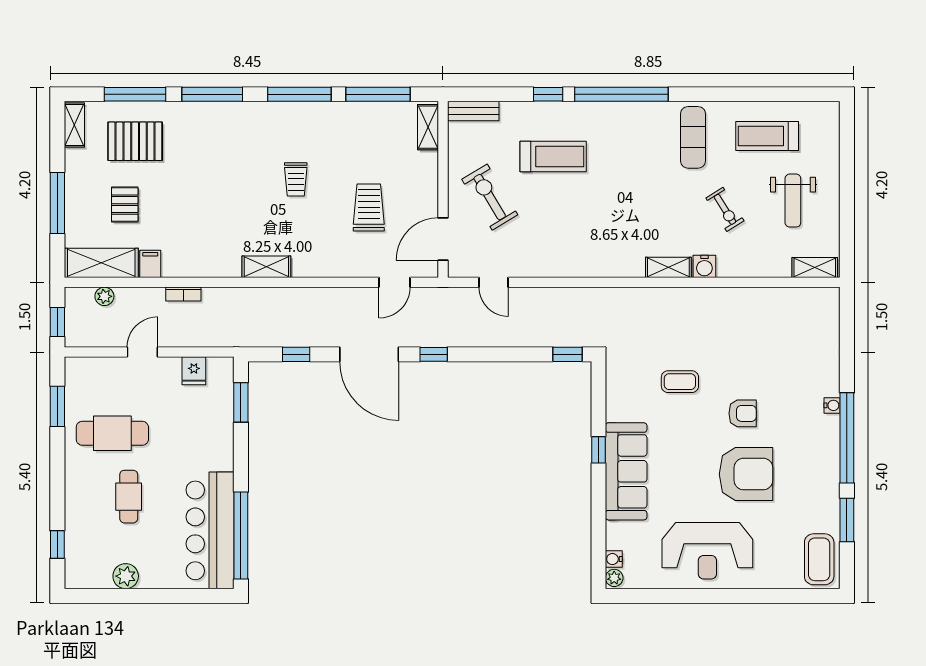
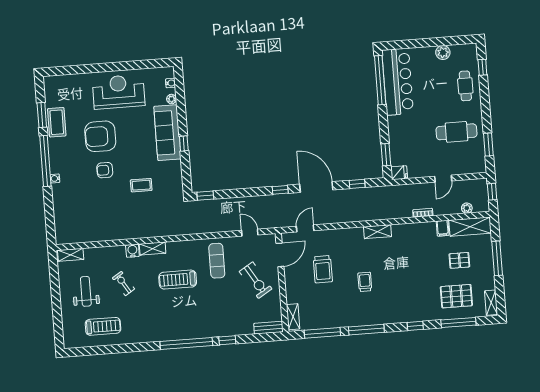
window: (212, 94) -> (415, 326), width x0.46
exercise mat: (693, 137) -> (217, 261), moved
treadmill: (553, 156) -> (178, 280), moved
pallet: (125, 205) -> (459, 260), turned 90
fridge: (194, 371) -> (399, 173), moved, turned 90
cafe table: (129, 497) -> (465, 86), moved
coffee table: (819, 559) -> (57, 122), moved
plant: (614, 578) -> (172, 99), moved

